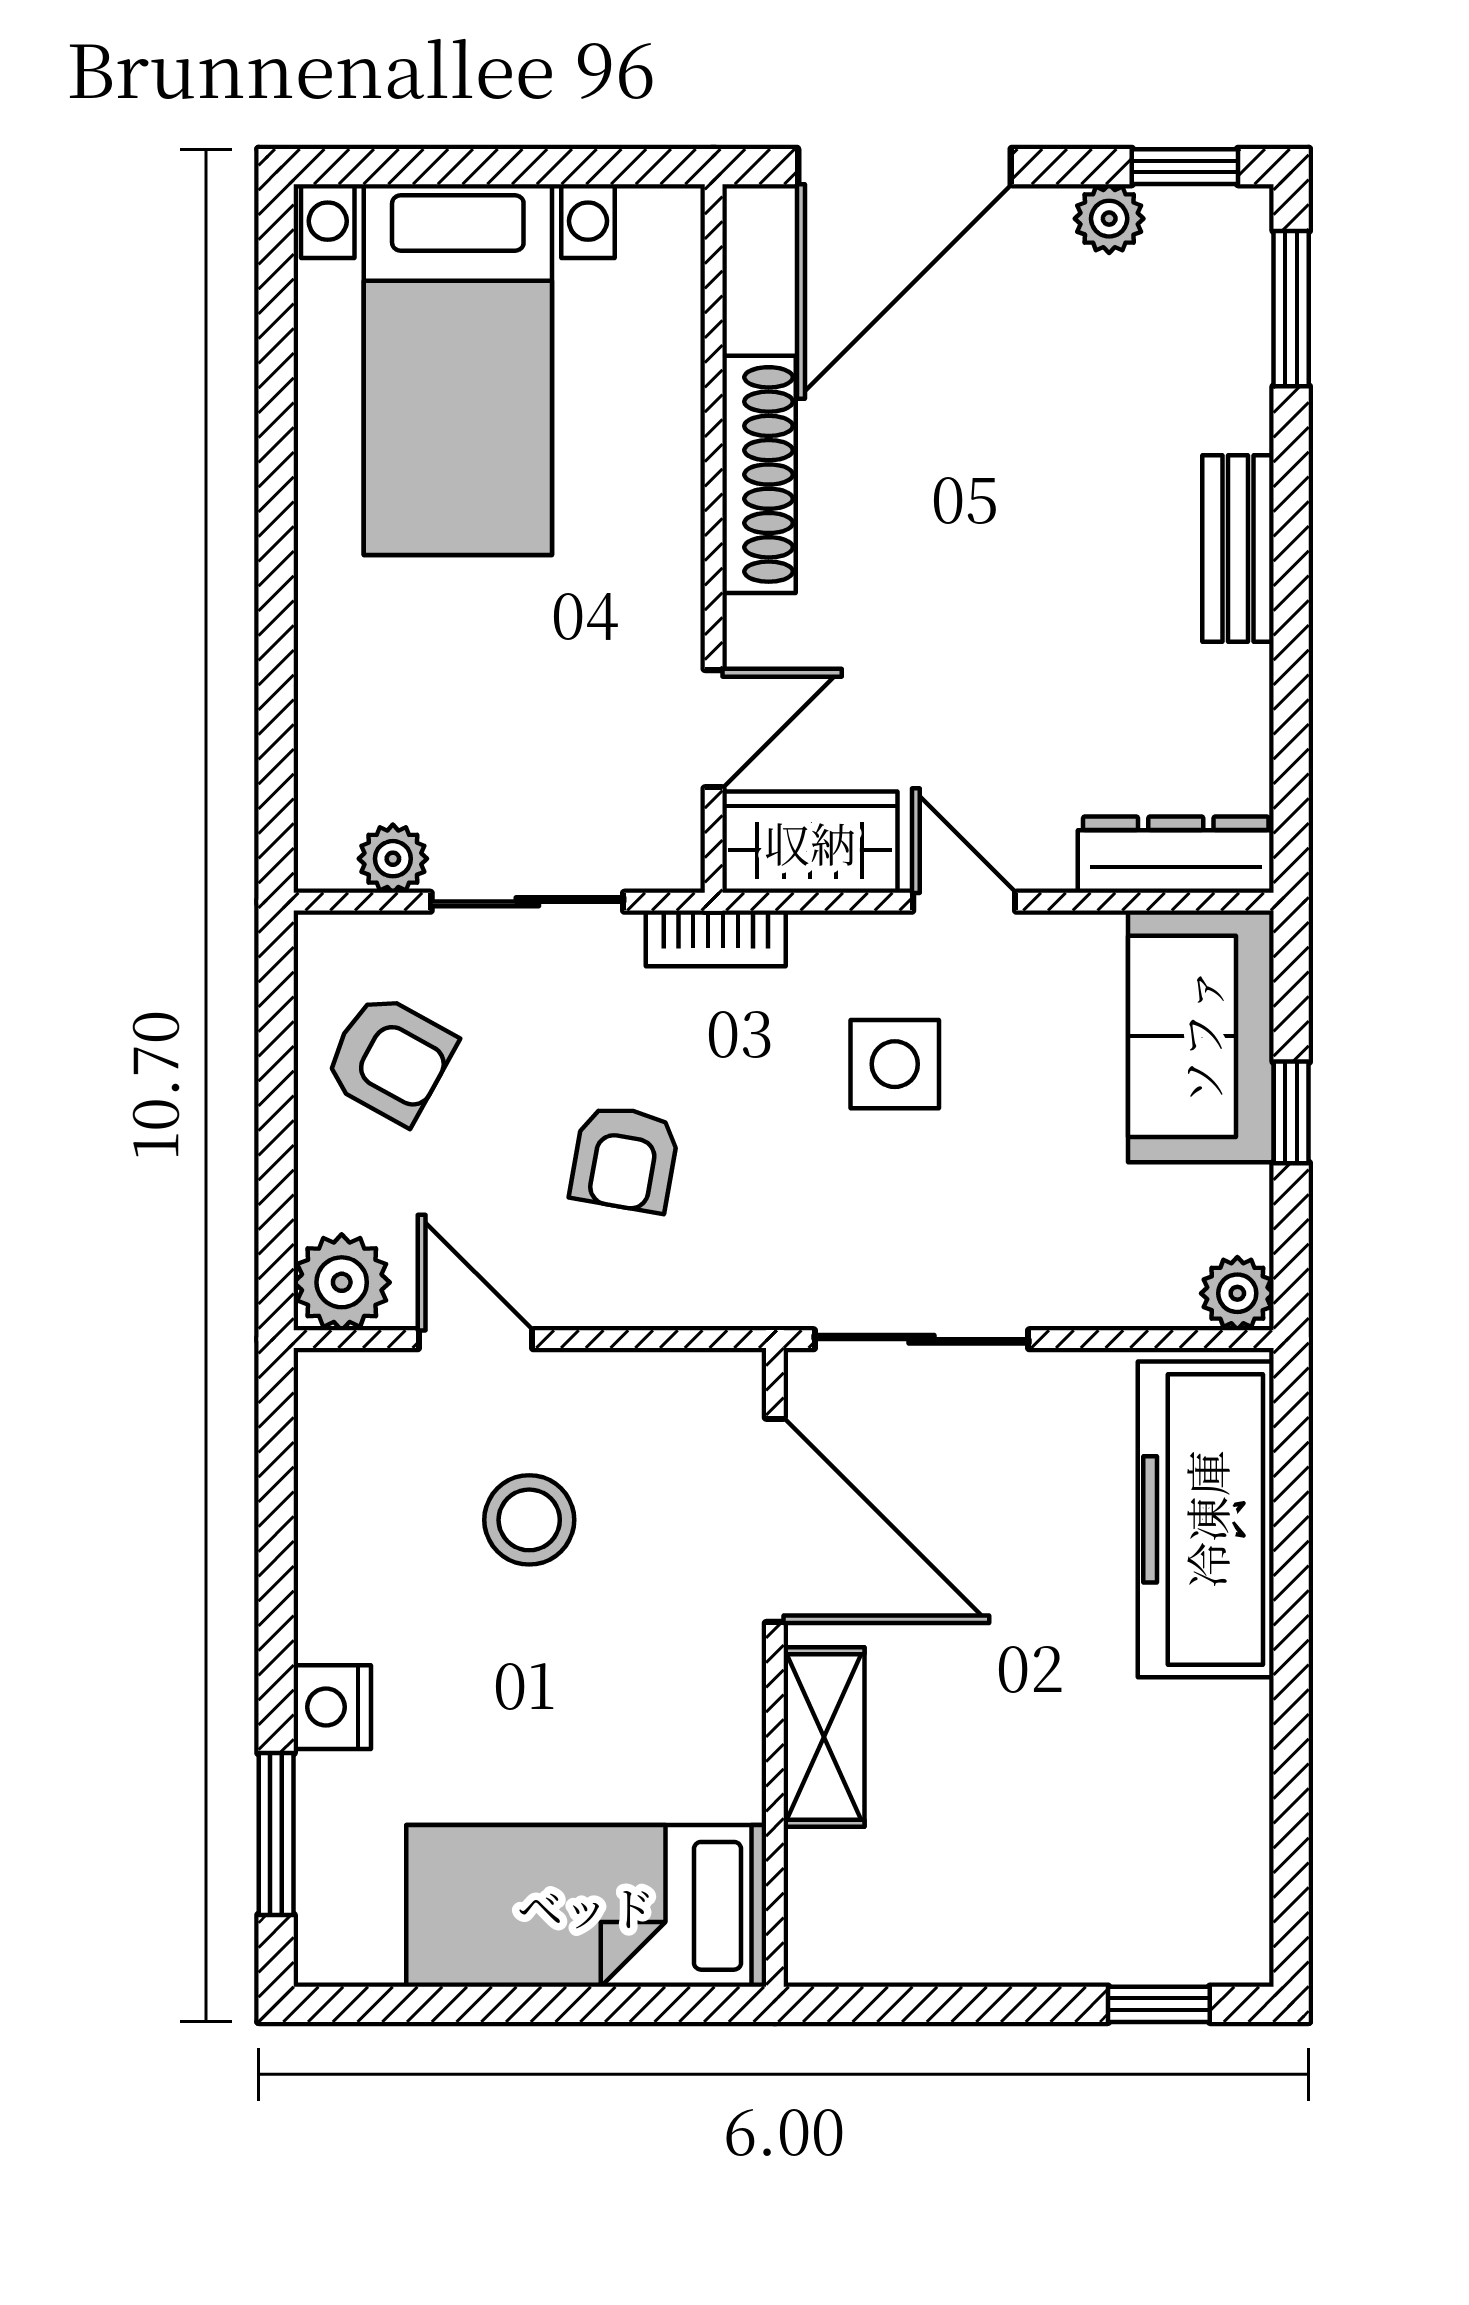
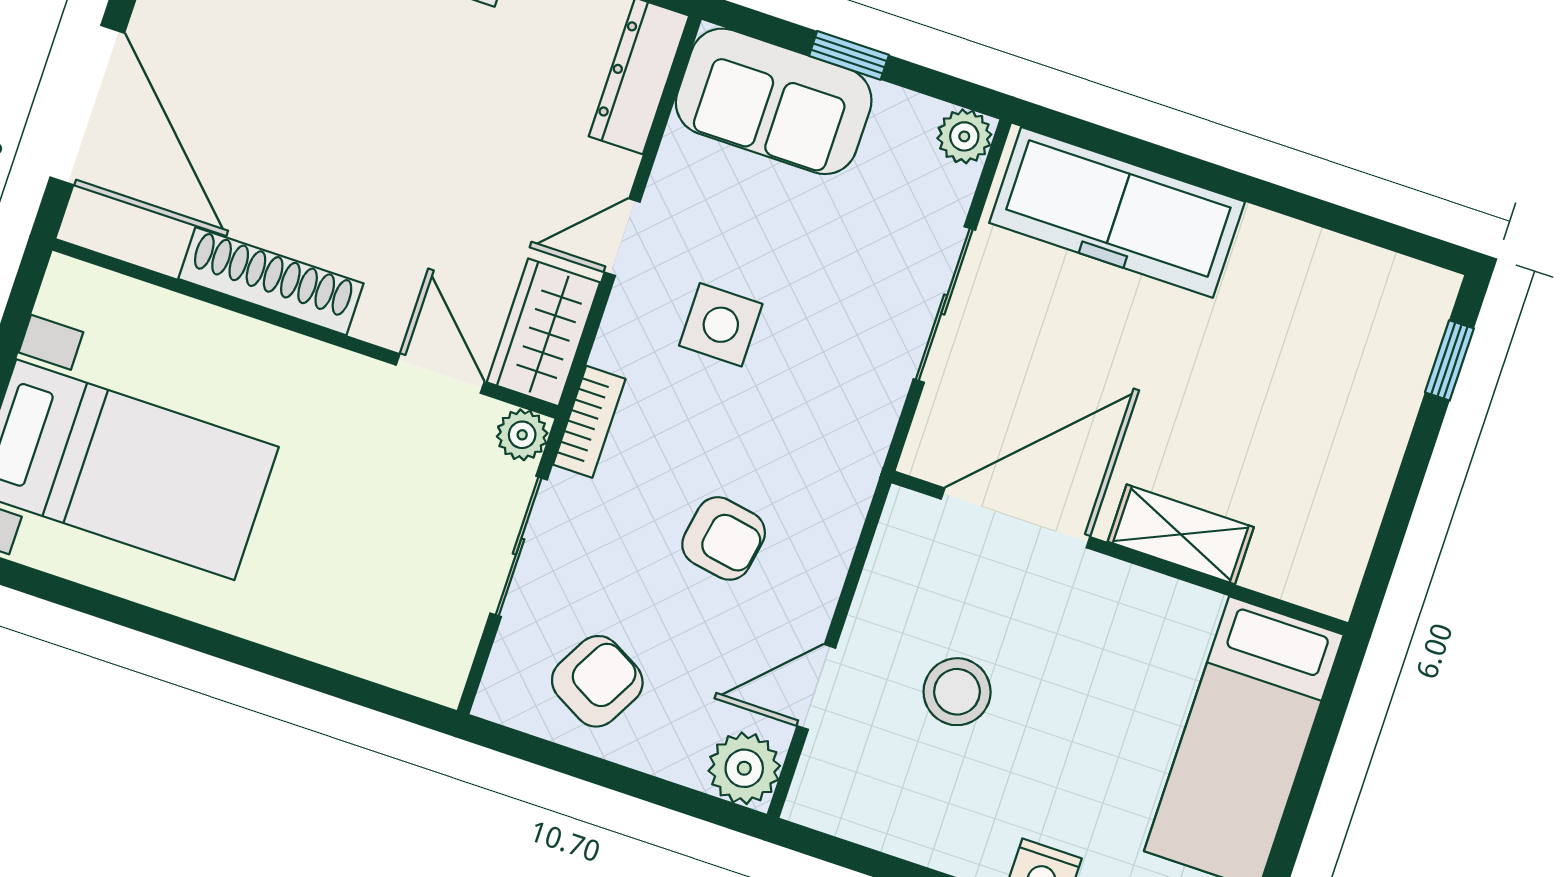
plant: (393, 859) -> (522, 435), moved
sliding door: (921, 1339) -> (944, 304), moved

